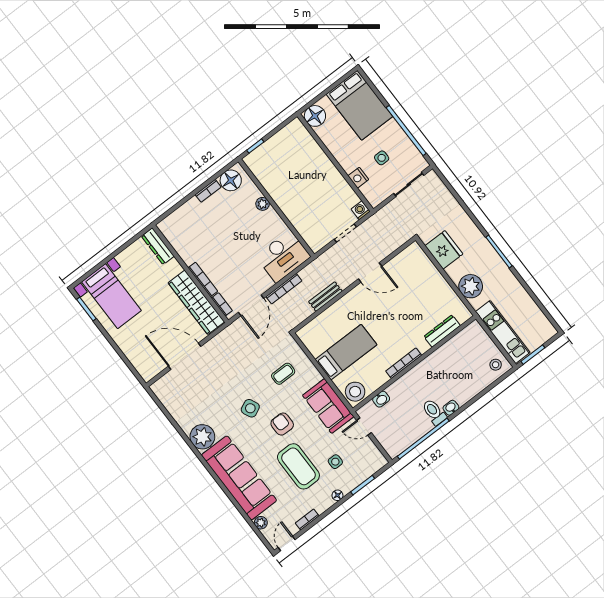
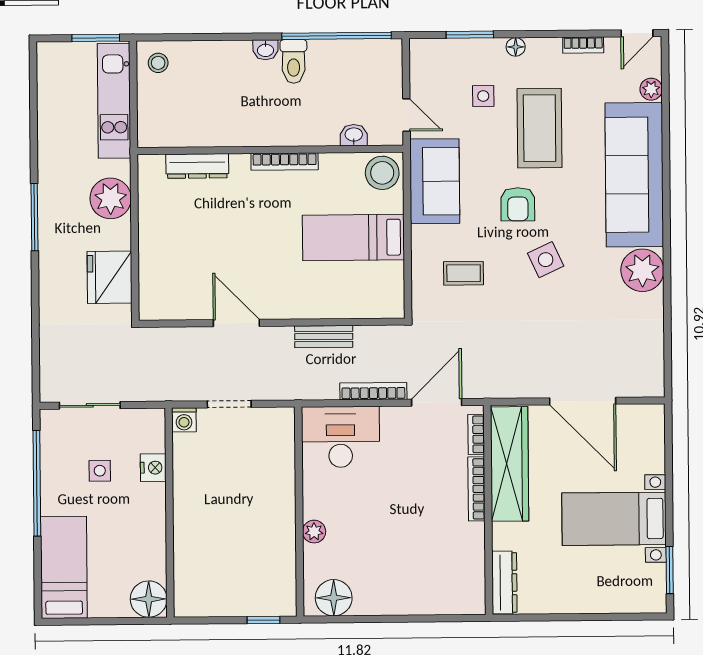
bed: (360, 105) -> (64, 567), width x0.67
bookcase: (208, 191) -> (376, 607), removed
bed with nightstands: (112, 296) -> (614, 519), moved, turned -90

